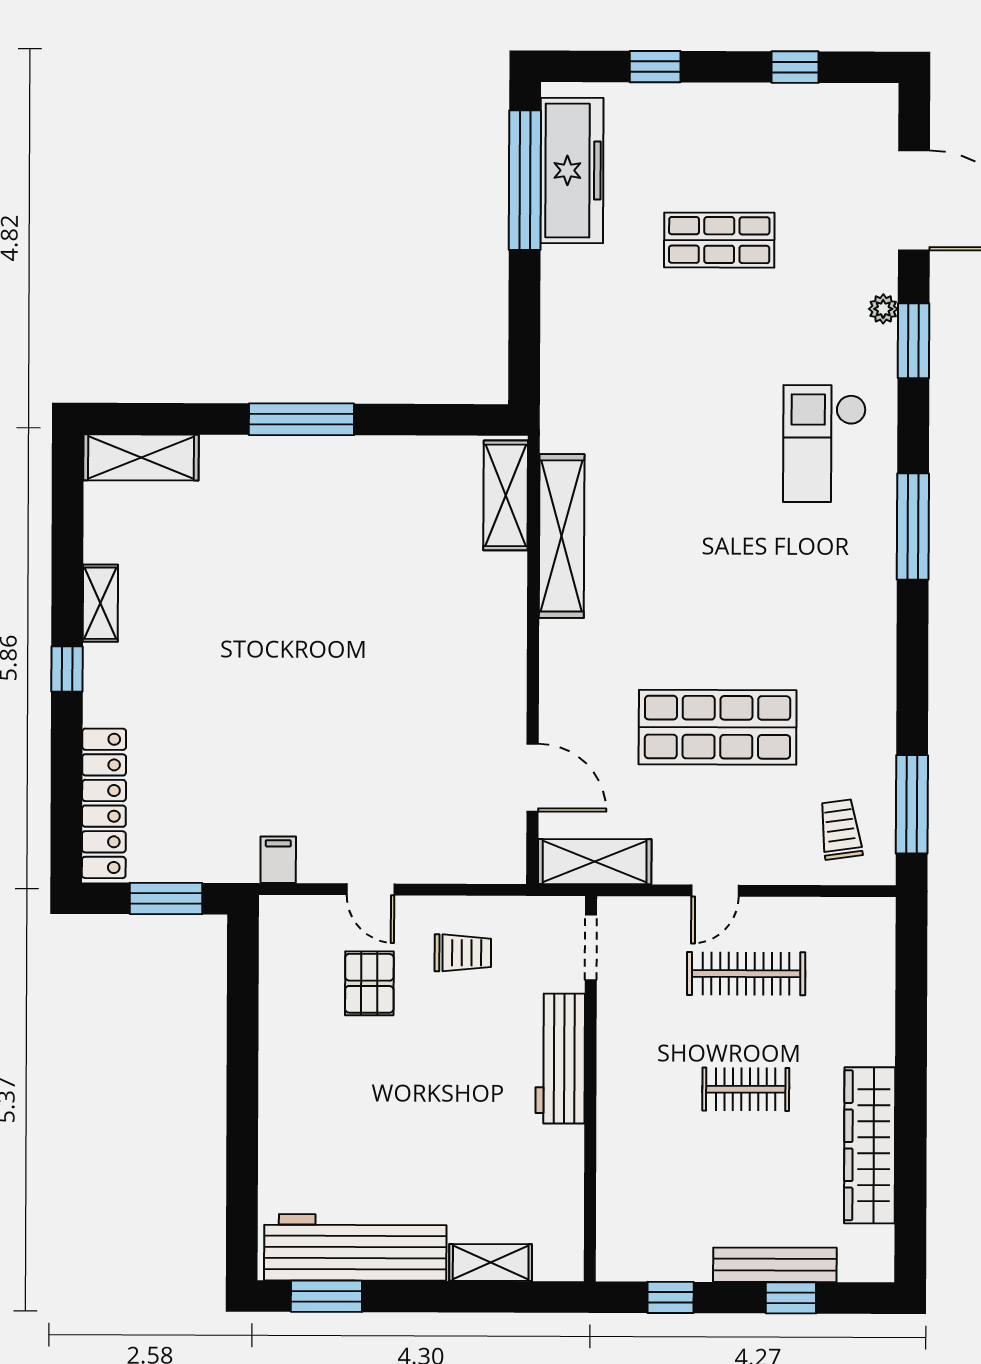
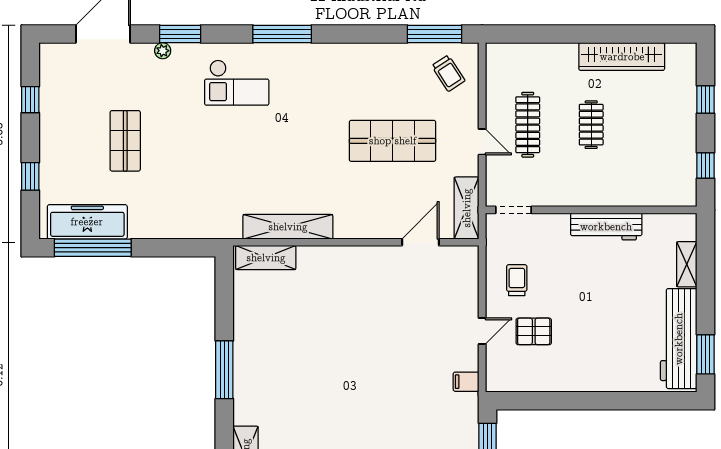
shop shelf: (718, 727) -> (393, 141), turned 90
trolley: (840, 829) -> (448, 73), turned -115
workbench: (560, 1059) -> (606, 227), moved
bench: (775, 1265) -> (687, 108), removed

